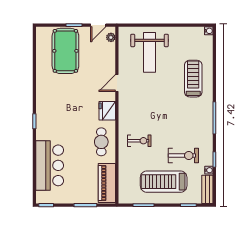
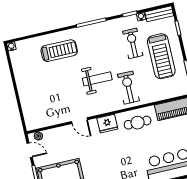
weight bench: (149, 52) -> (97, 79), moved, width x0.73, depth x0.75
treadmill: (193, 79) -> (59, 51), turned 180
exercise bike: (139, 141) -> (128, 88), width x1.38, depth x1.39

